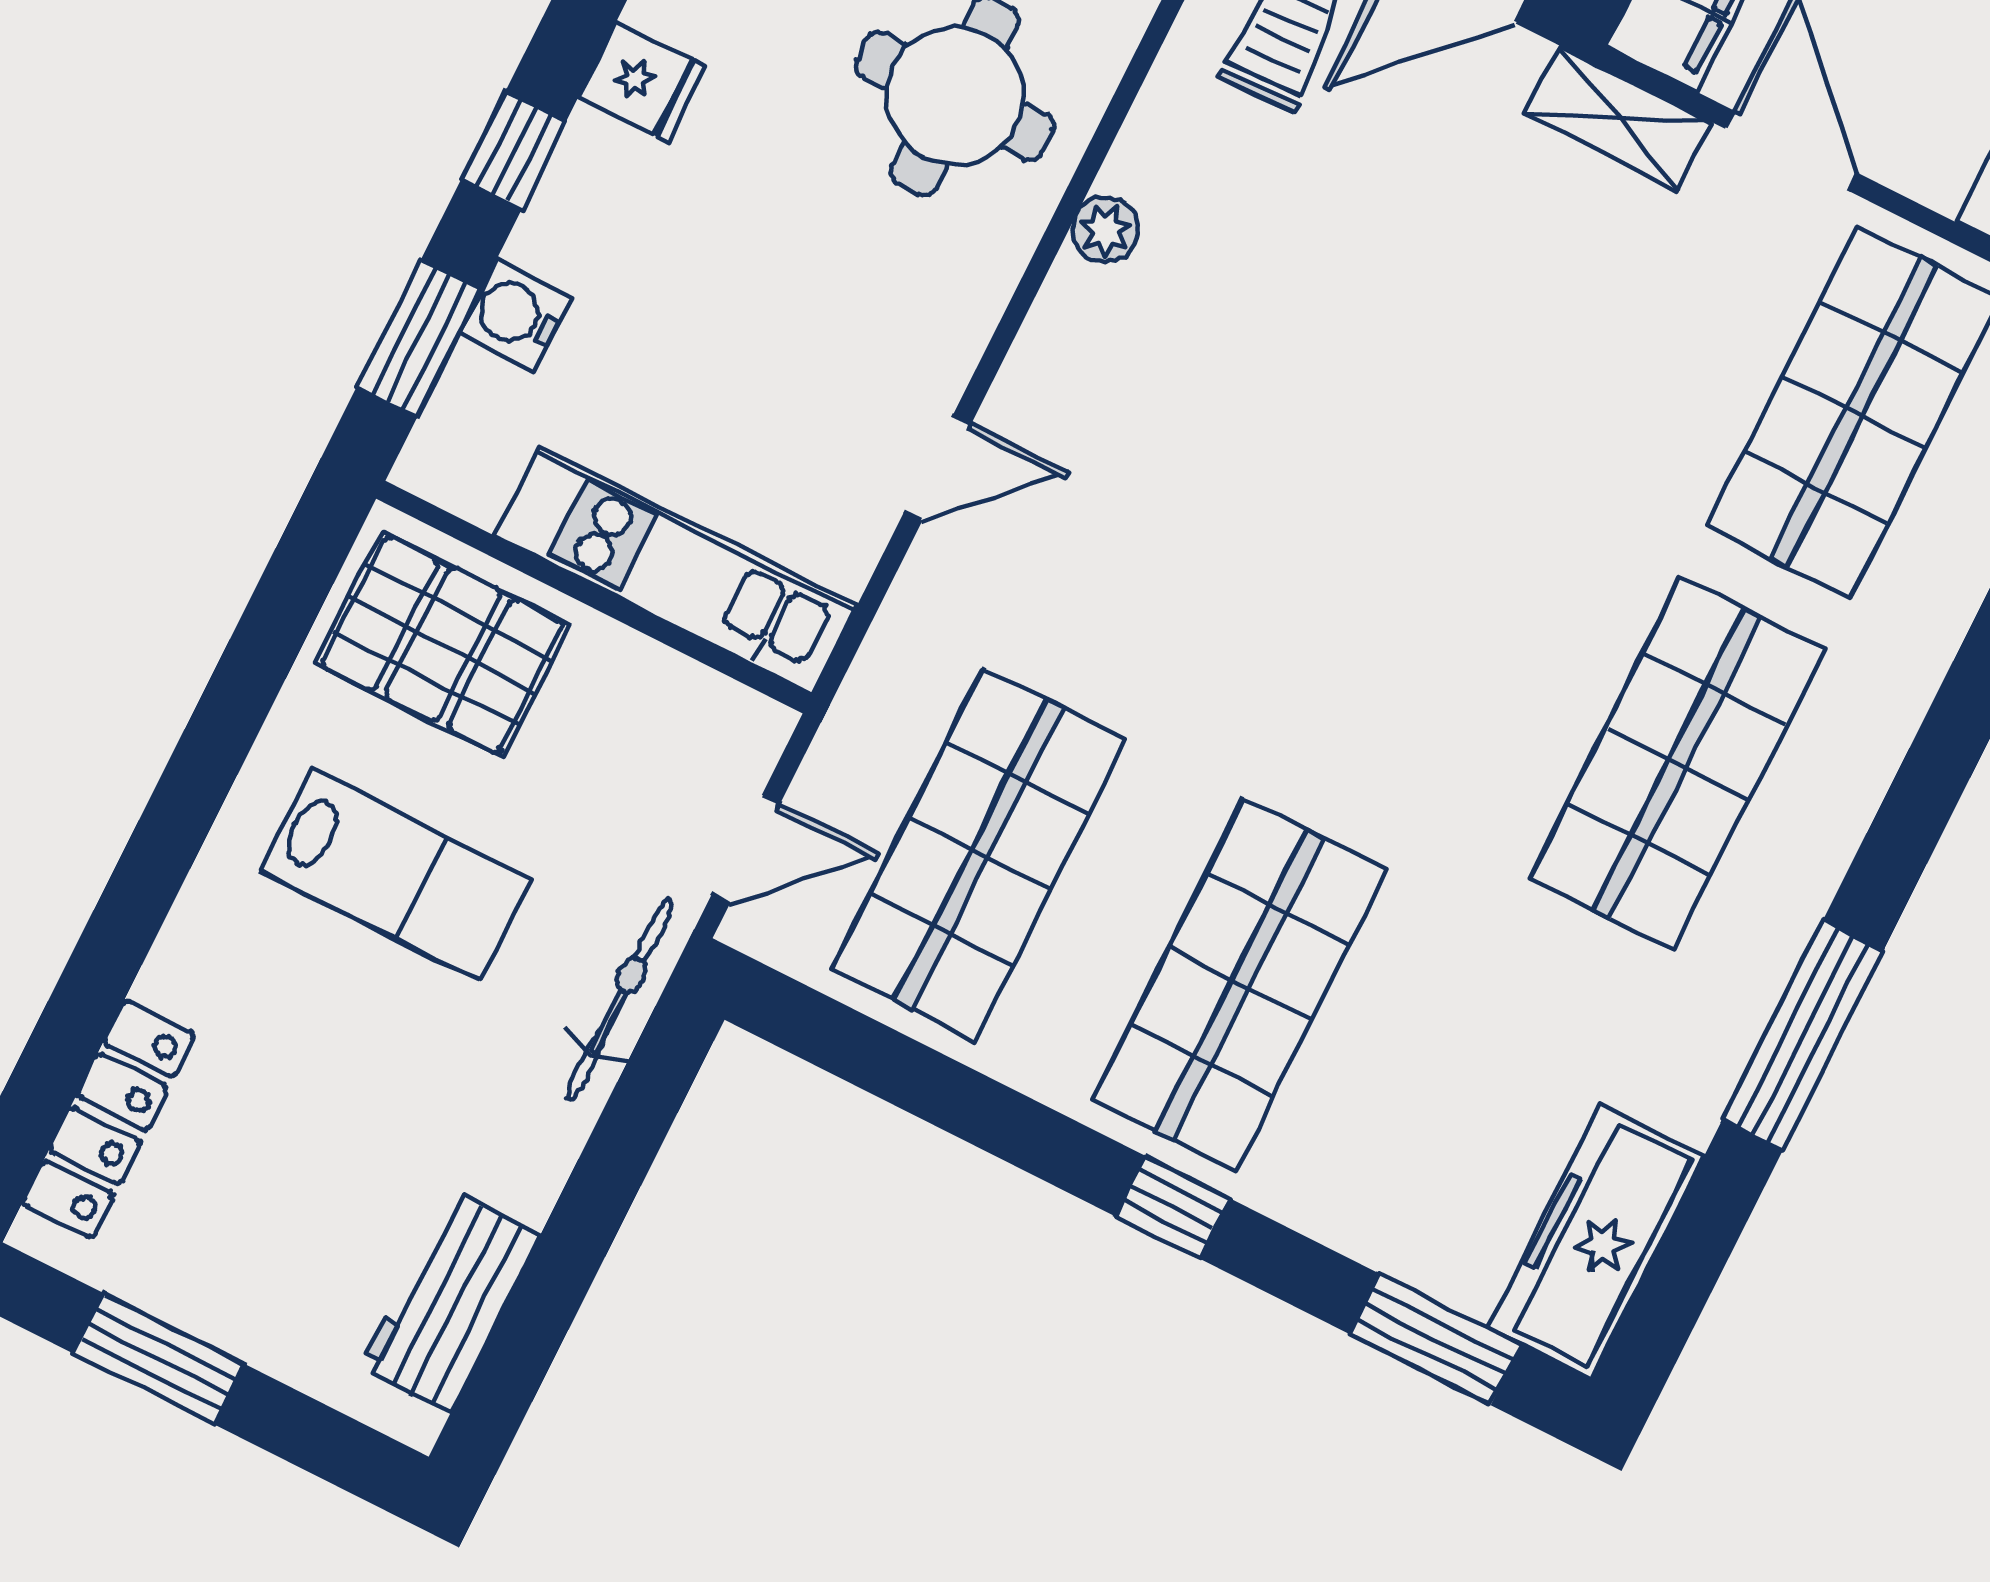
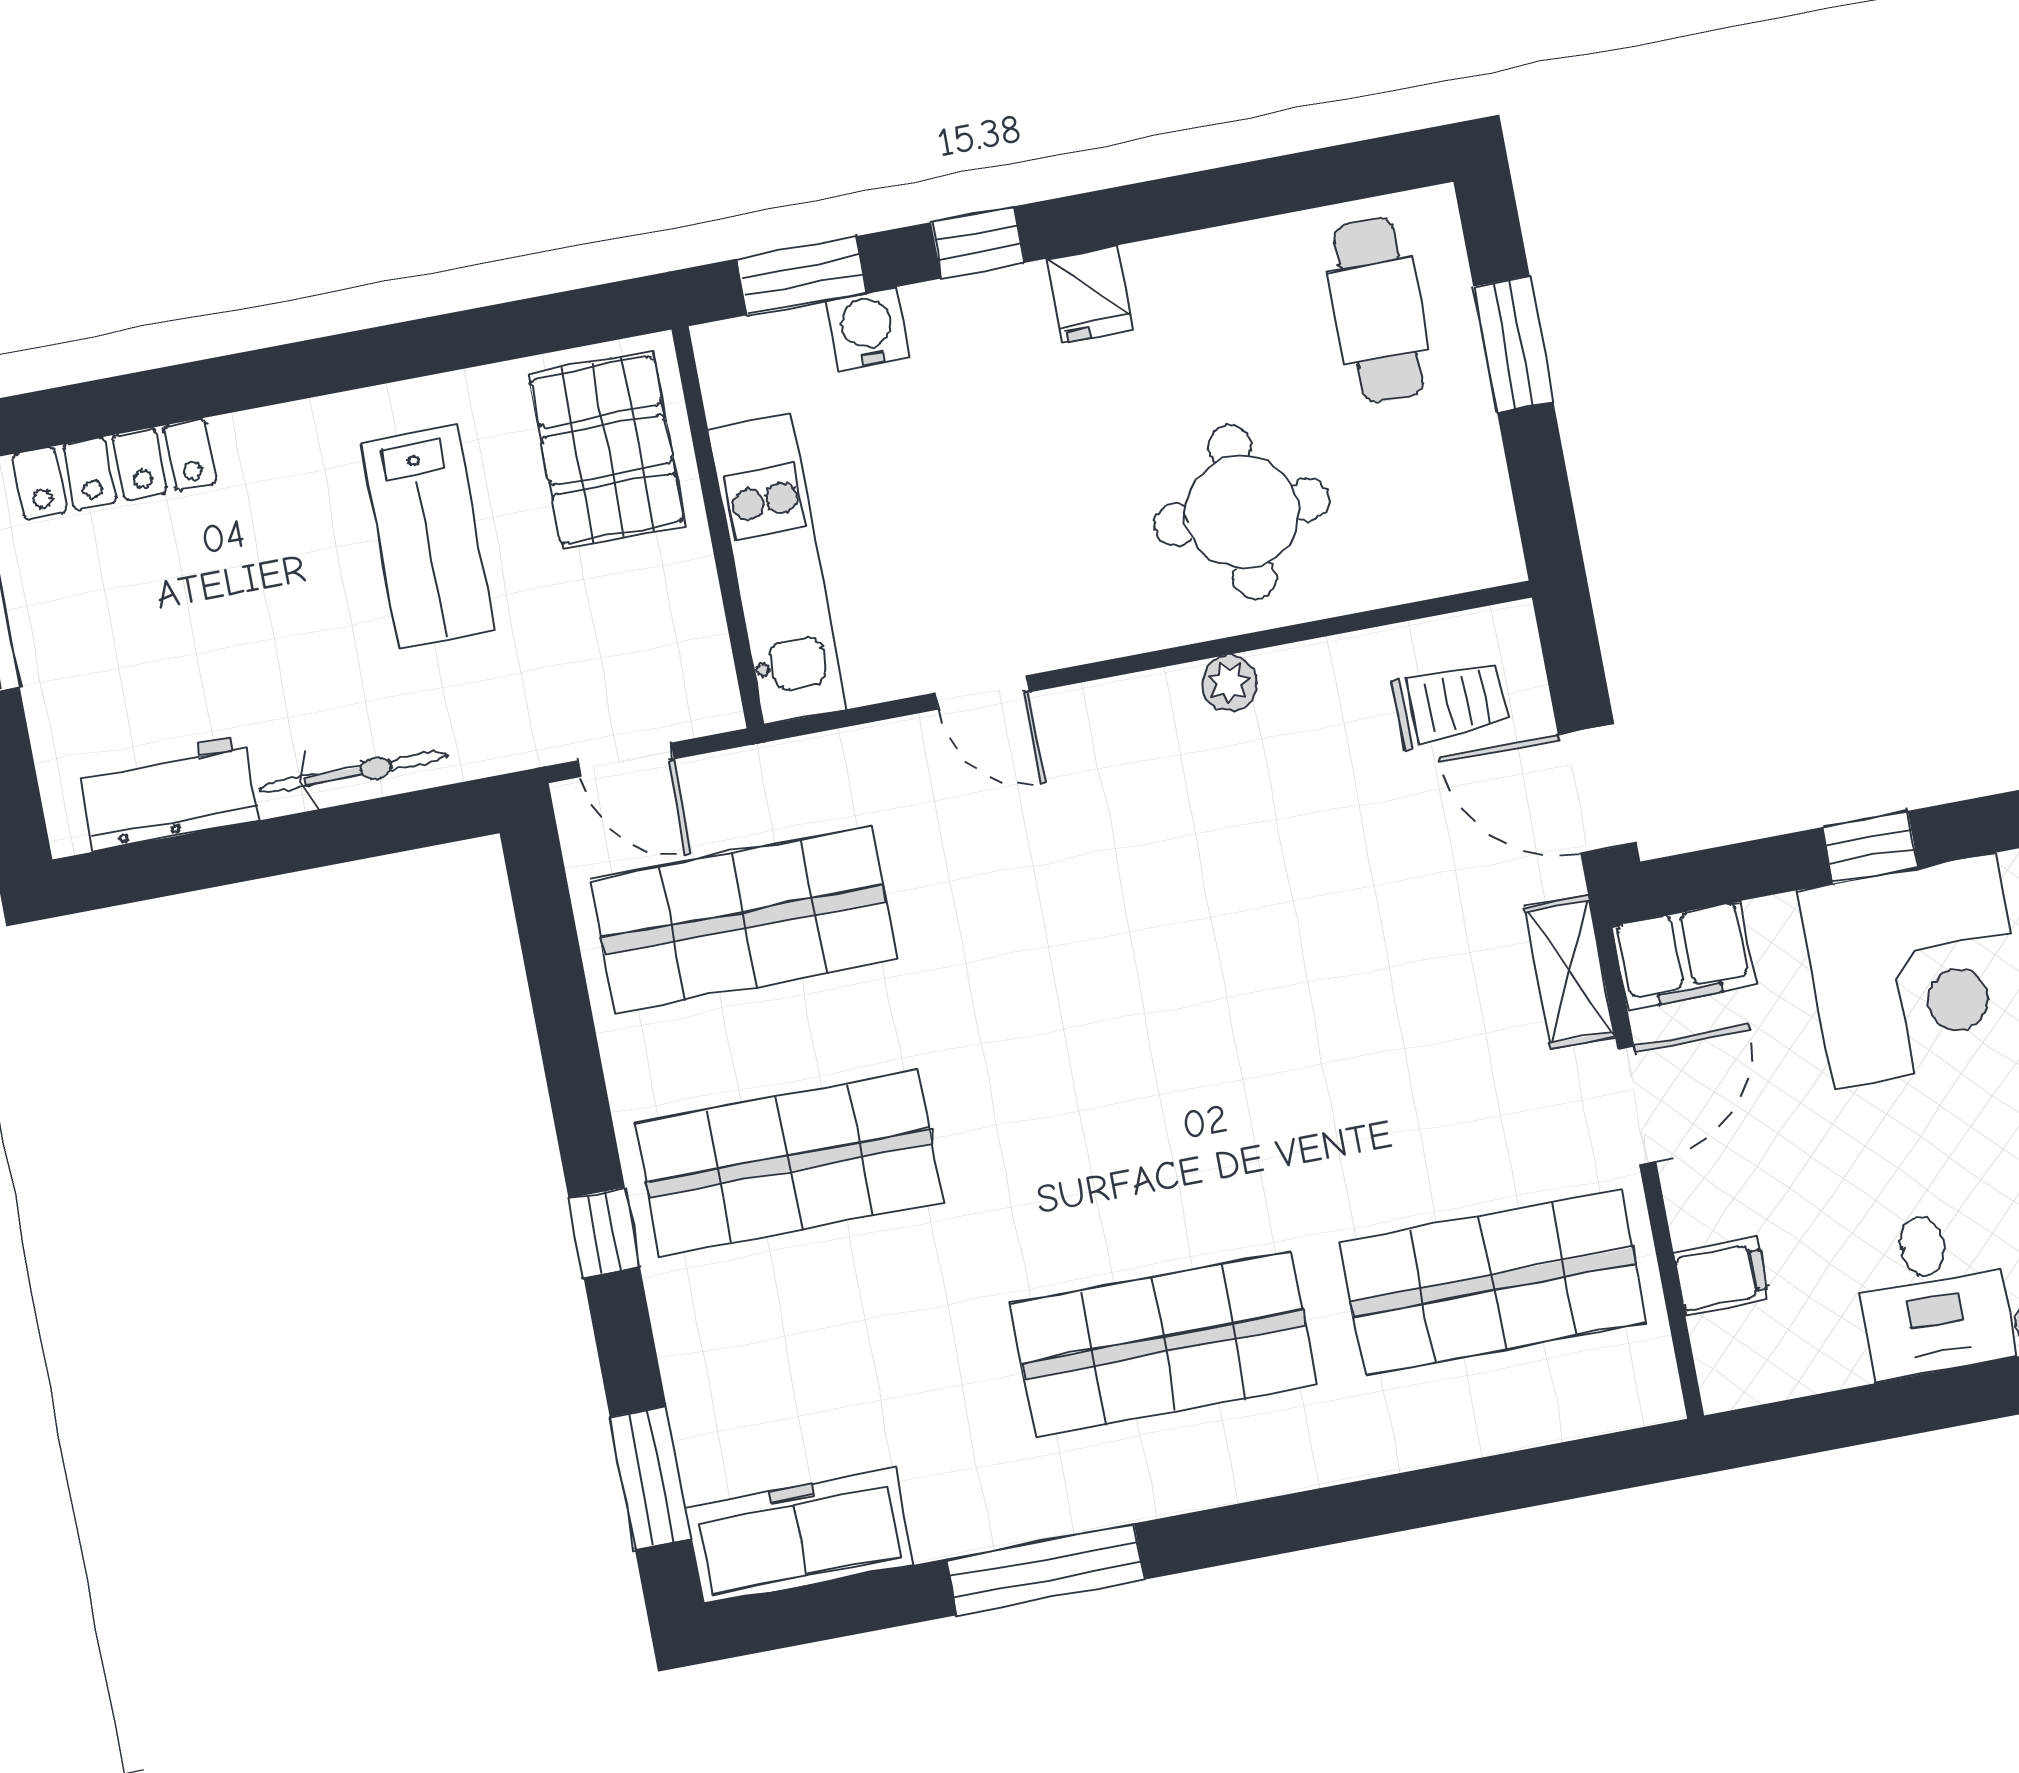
bicycle: (619, 999) -> (353, 772), moved

